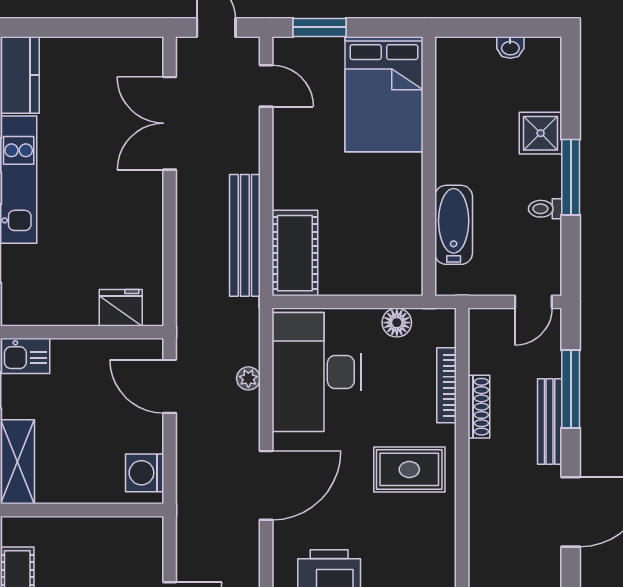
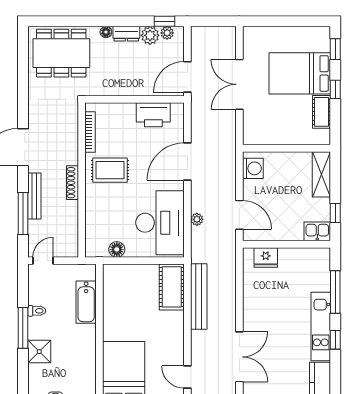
bookcase: (446, 385) -> (90, 132), moved
shoe rack: (479, 407) -> (72, 183), moved

